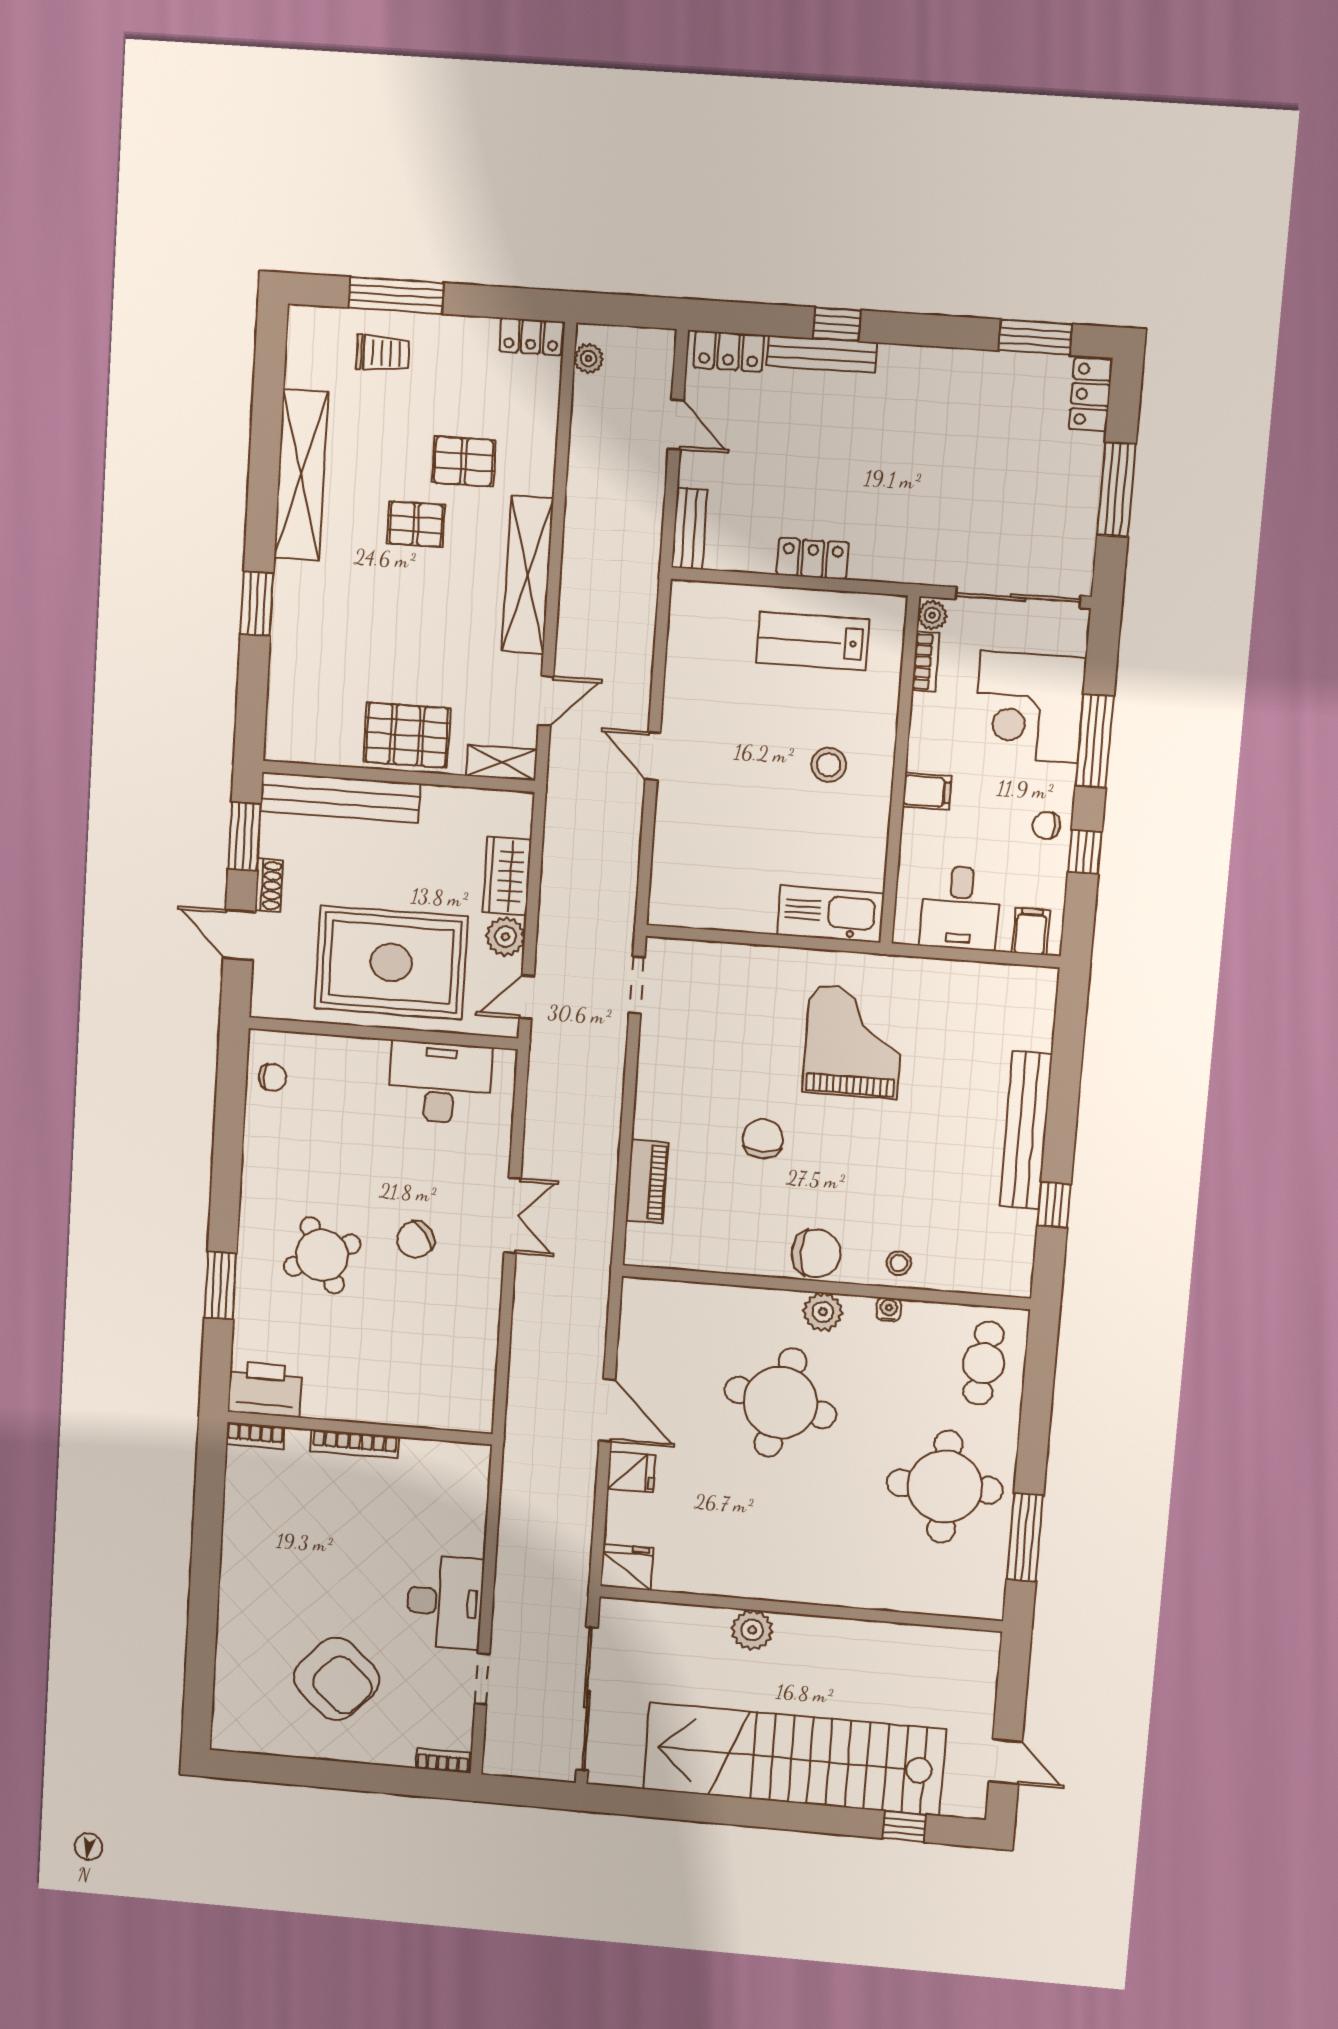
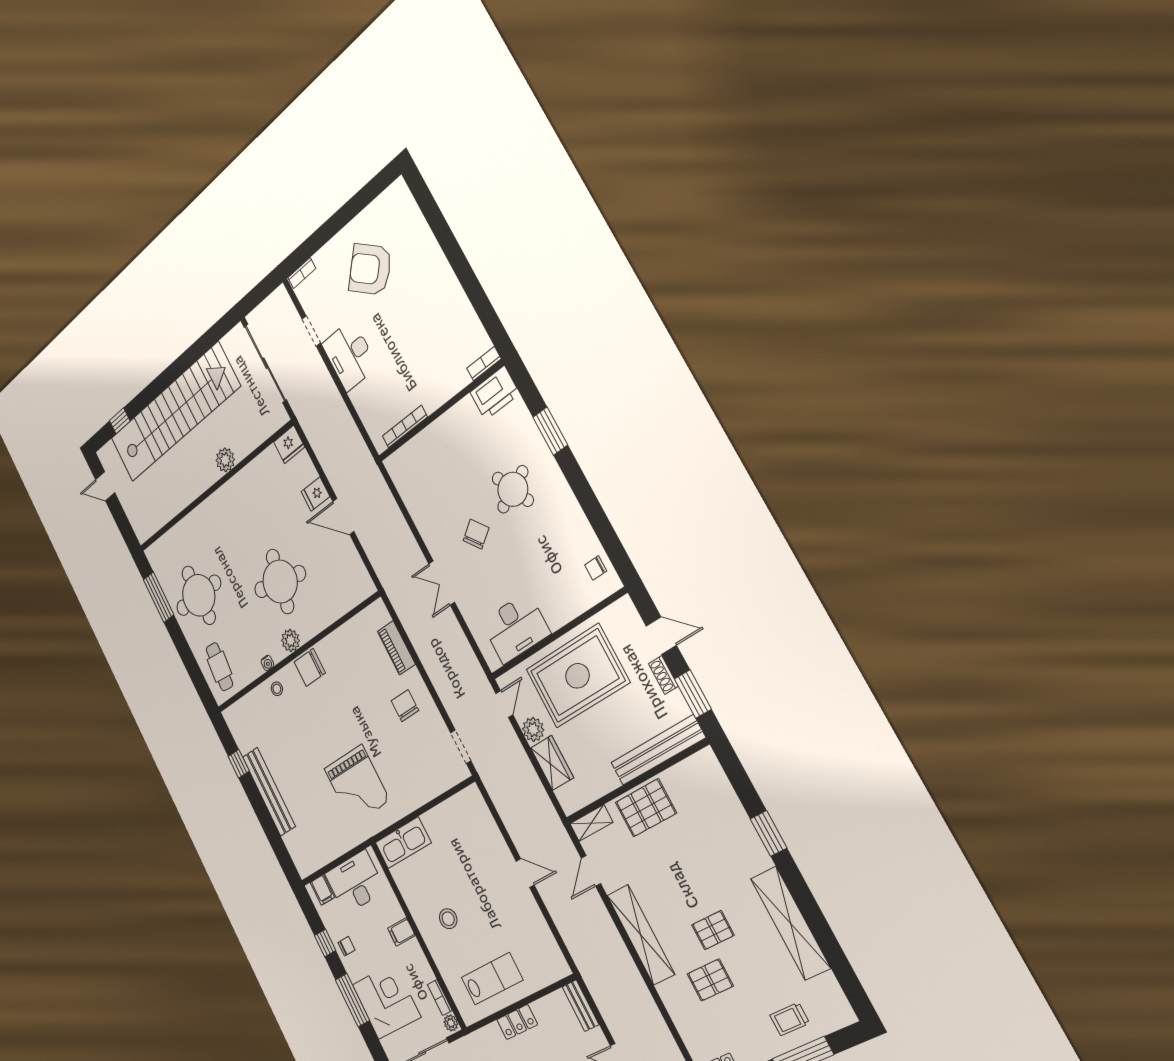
desk: (960, 908) -> (355, 882), width x1.37
chair: (763, 1139) -> (405, 706), moved, turned 180
bookcase: (355, 1444) -> (405, 427), moved

